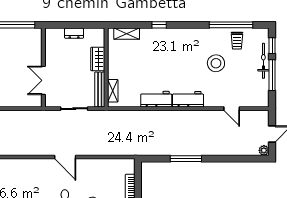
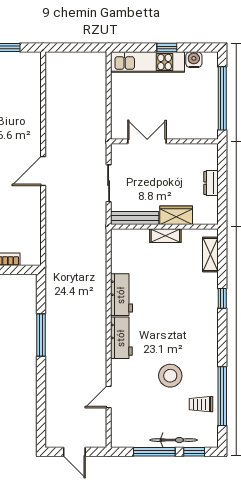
shelving: (113, 91) -> (165, 236), moved
plant: (264, 150) -> (52, 441), removed

